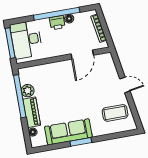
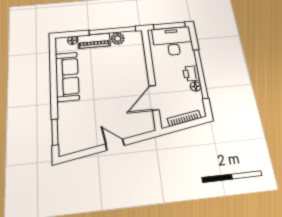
door: (82, 55) -> (154, 98), hinge flipped
door: (125, 85) -> (115, 145), swing flipped
coffee table: (115, 113) -> (82, 130), removed
window: (81, 142) -> (55, 132), moved

